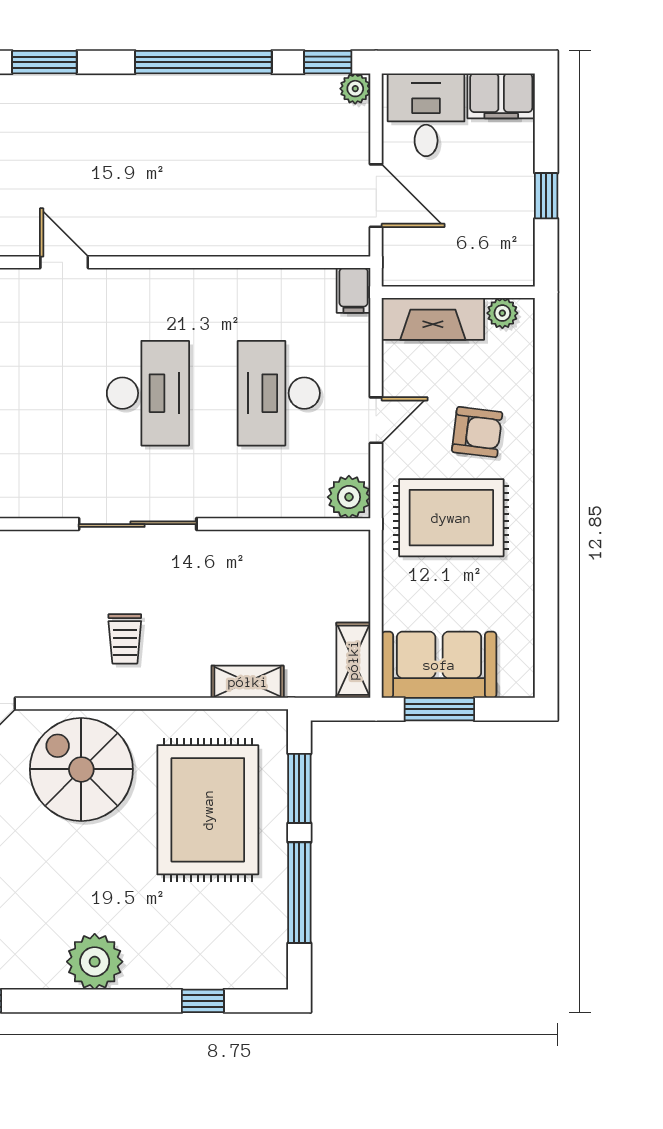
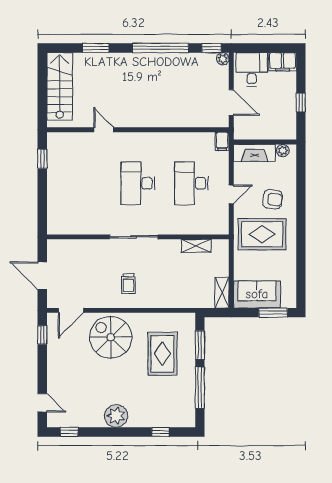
desk: (148, 393) -> (138, 183), turned 180
plant: (349, 497) -> (220, 226), removed
shelving: (248, 682) -> (196, 246), moved
window: (439, 709) -> (273, 313), moved
rug: (208, 810) -> (162, 354), width x0.73, depth x0.69

